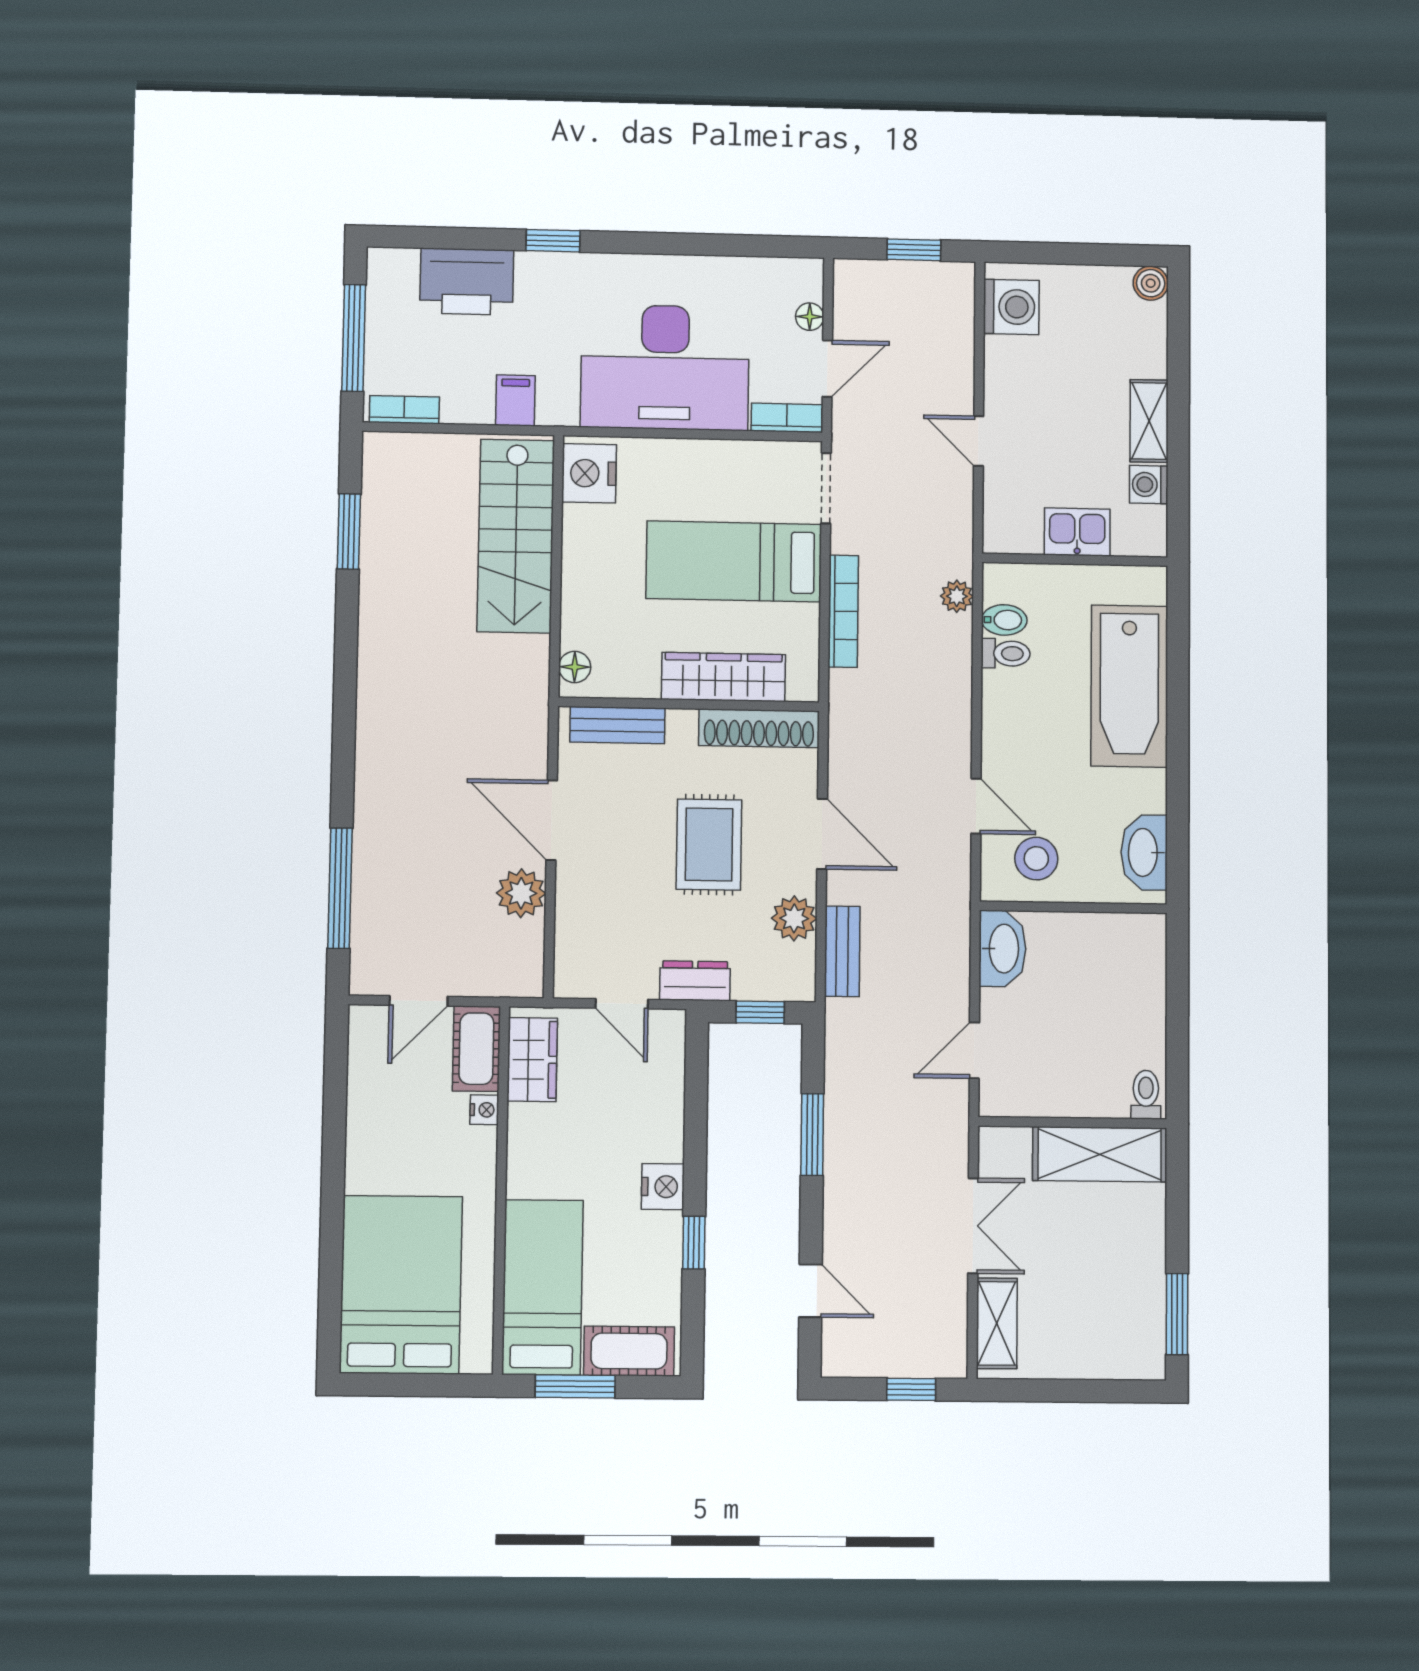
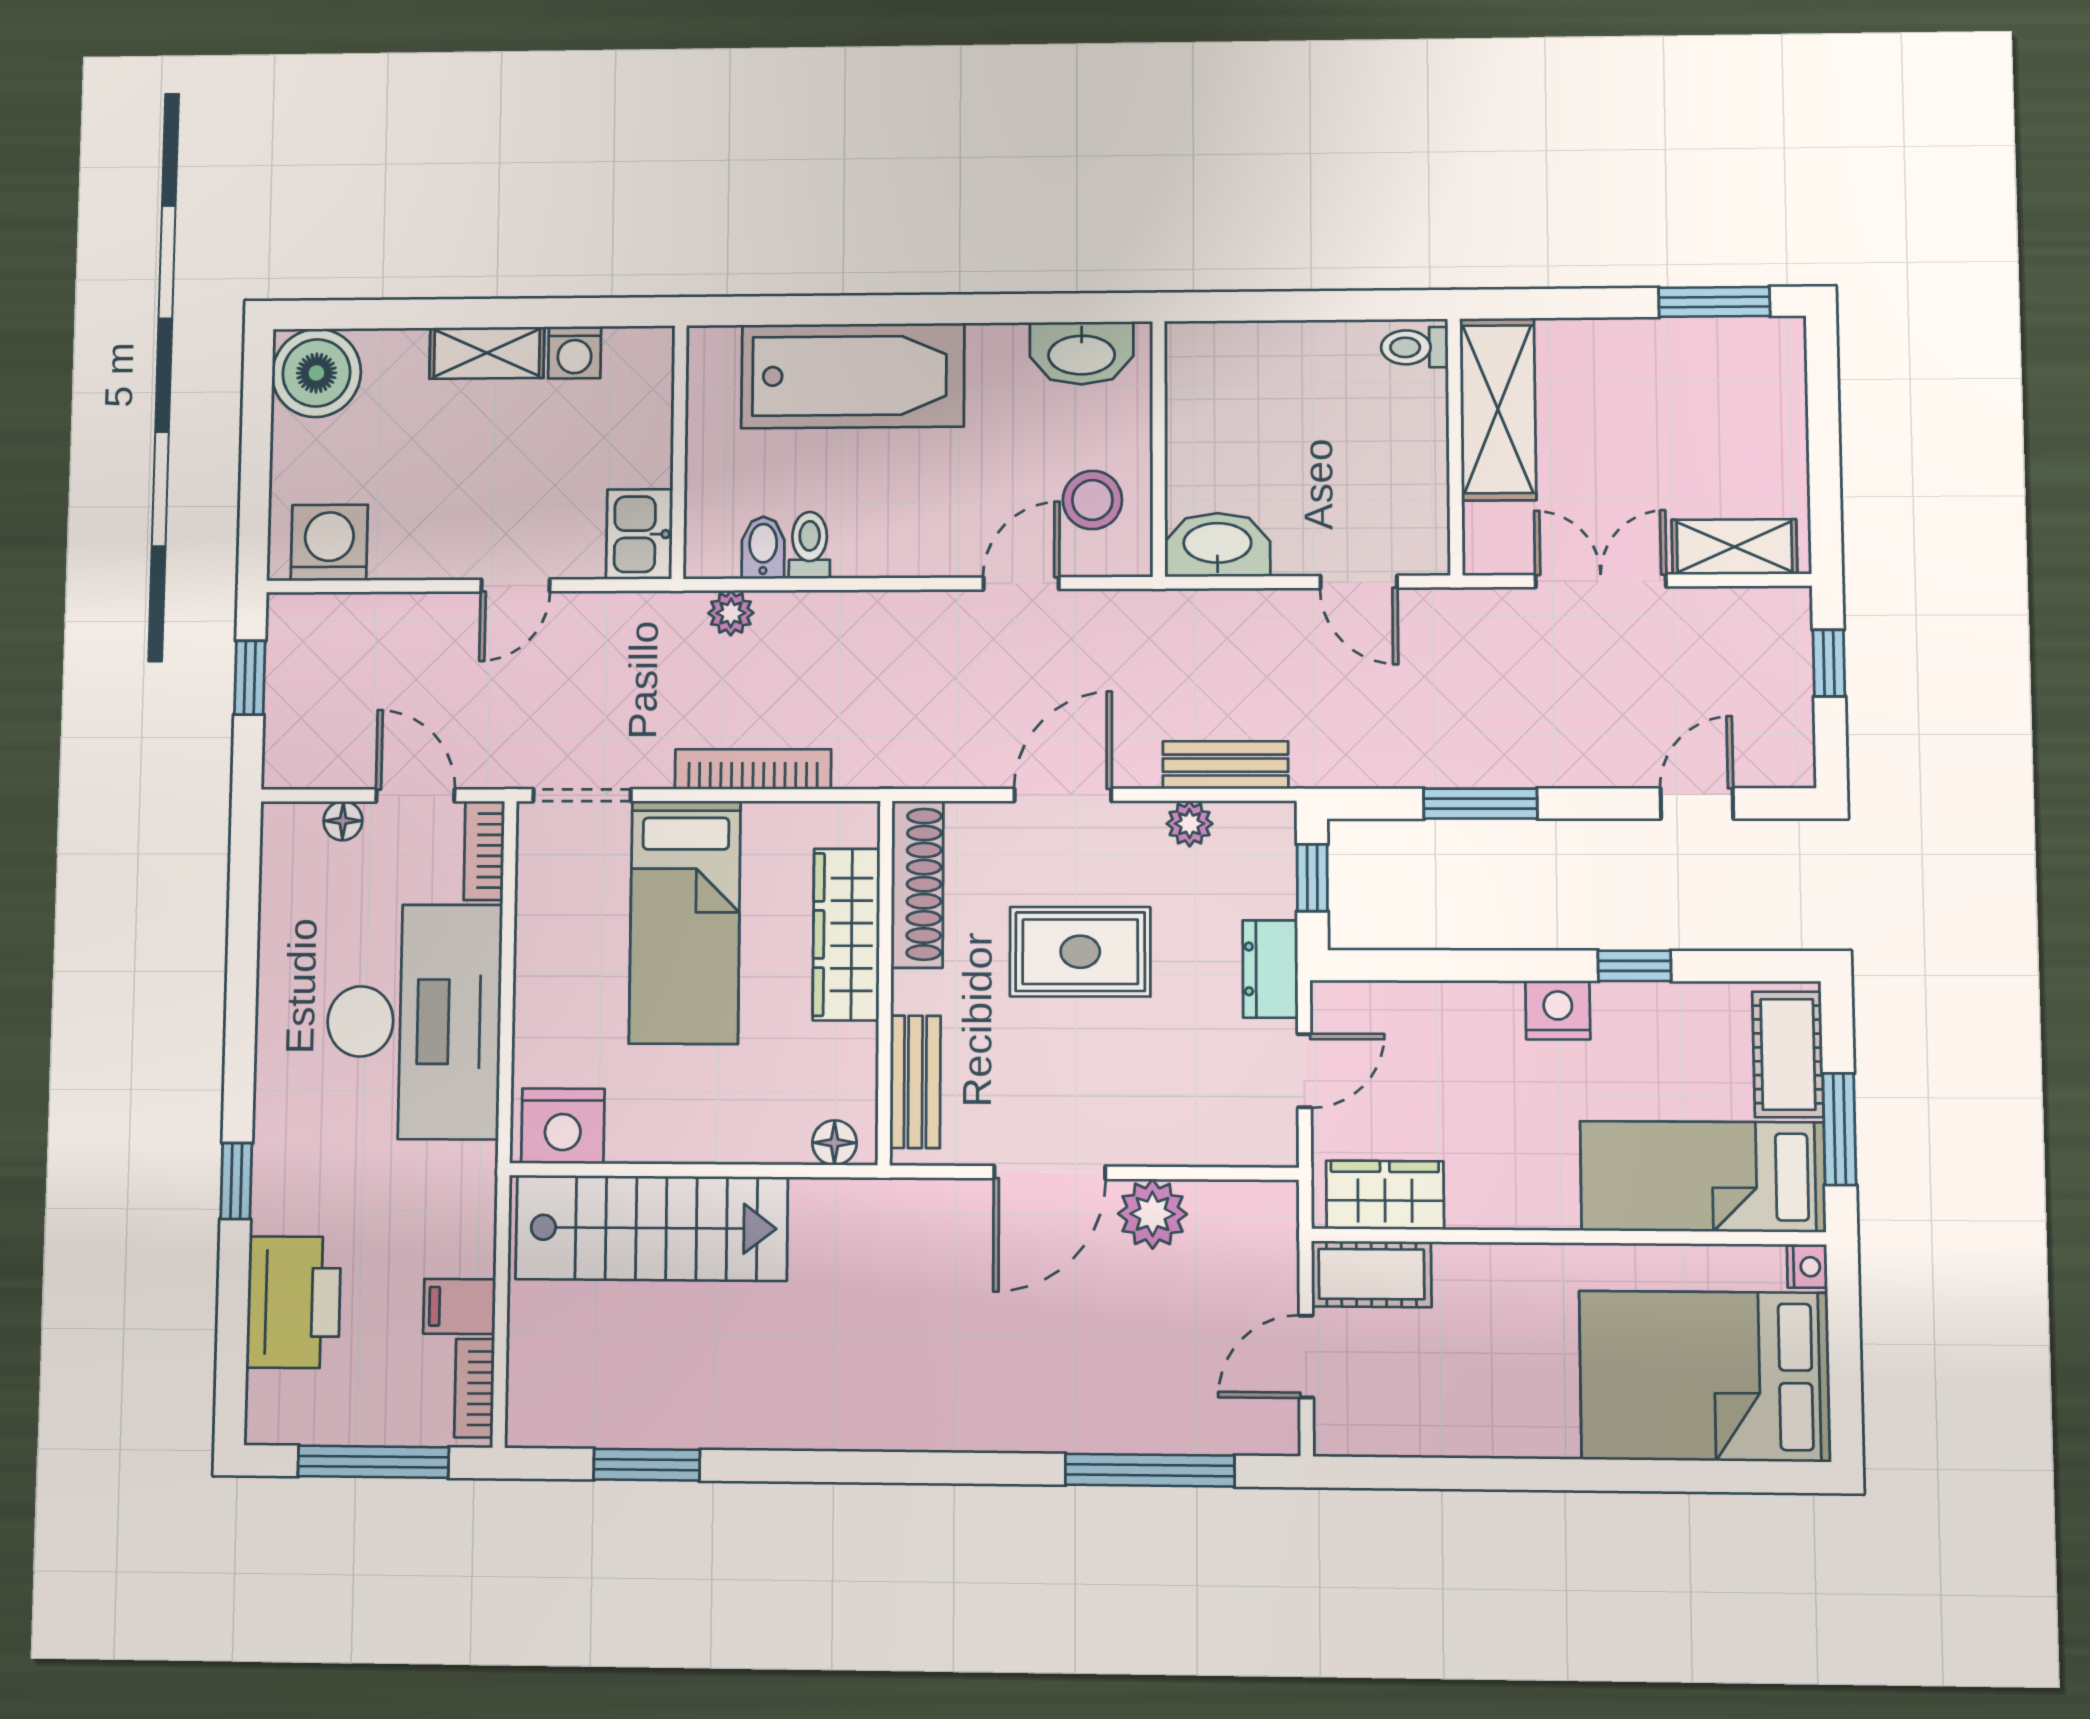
boiler: (1151, 283) -> (316, 373), width x1.86, depth x1.86
filing cabinet: (515, 400) -> (459, 1307), moved
kitchen sink: (1077, 532) -> (639, 534), moved
plant: (794, 918) -> (1190, 824), width x0.73, depth x0.73
door: (419, 1001) -> (1306, 1357), swing flipped
nightstand: (484, 1110) -> (1807, 1267), moved, turned 90

